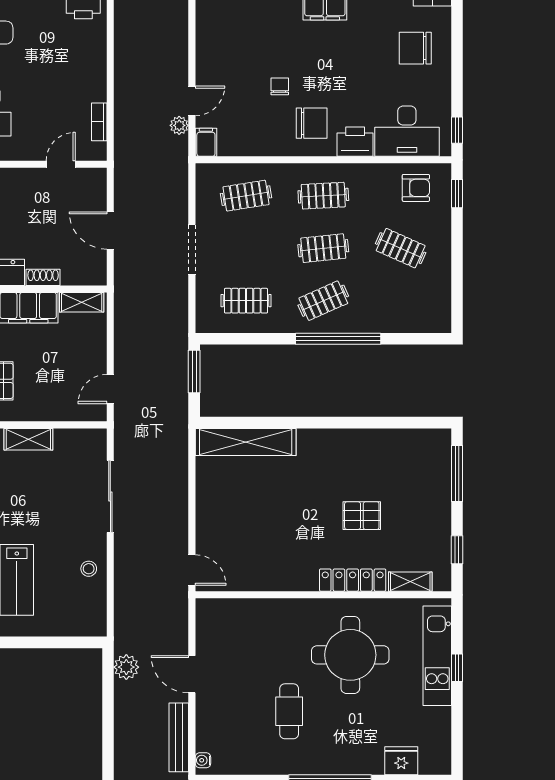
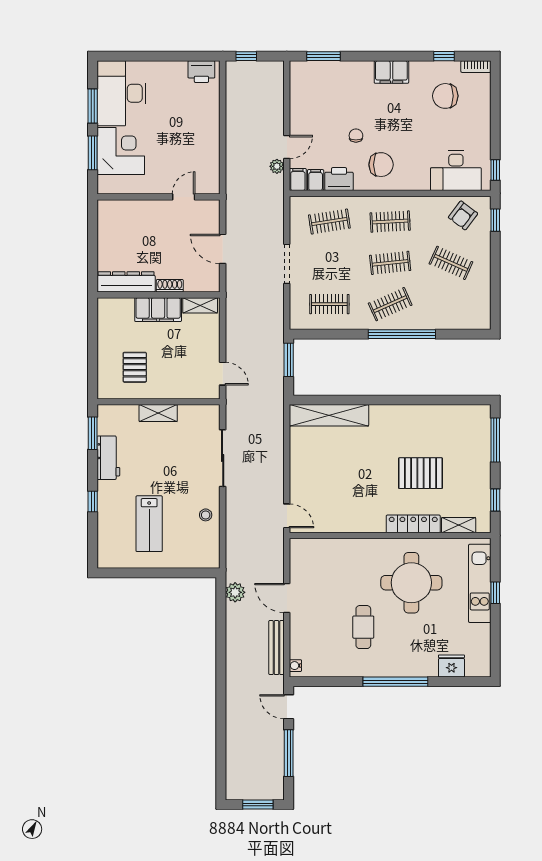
chair: (415, 48) -> (445, 96), moved
bookcase: (99, 122) -> (214, 164), removed
printer: (355, 142) -> (339, 179), moved
filing cabinet: (228, 143) -> (316, 180), added
armchair: (416, 188) -> (463, 215), turned 127
door: (110, 389) -> (223, 374), swing flipped
pallet: (362, 516) -> (420, 473), width x1.50, depth x1.42

